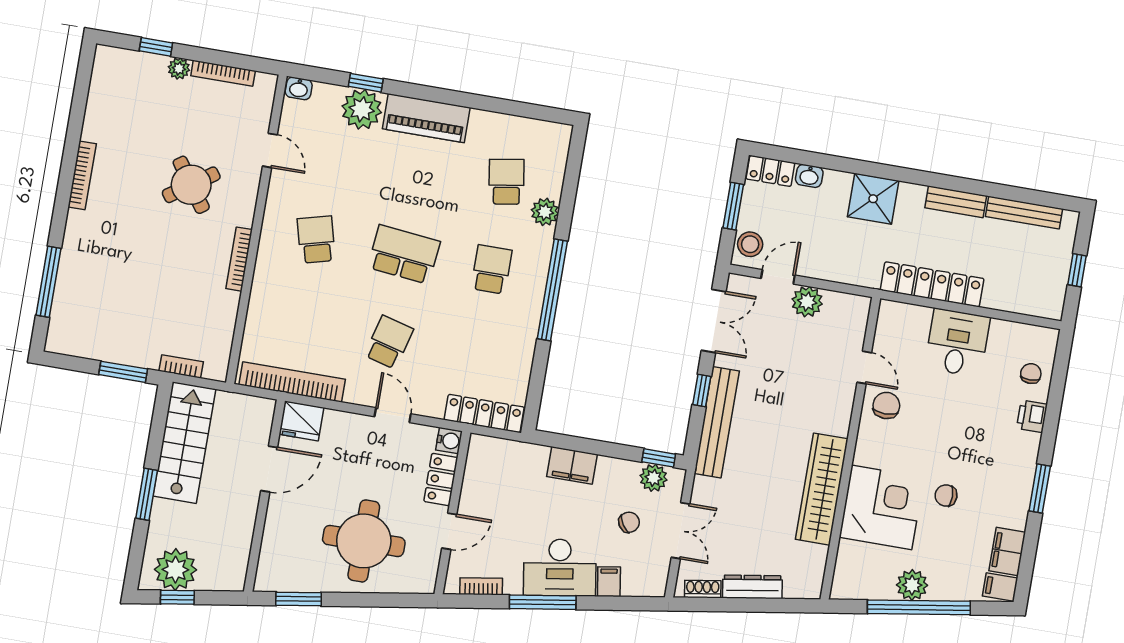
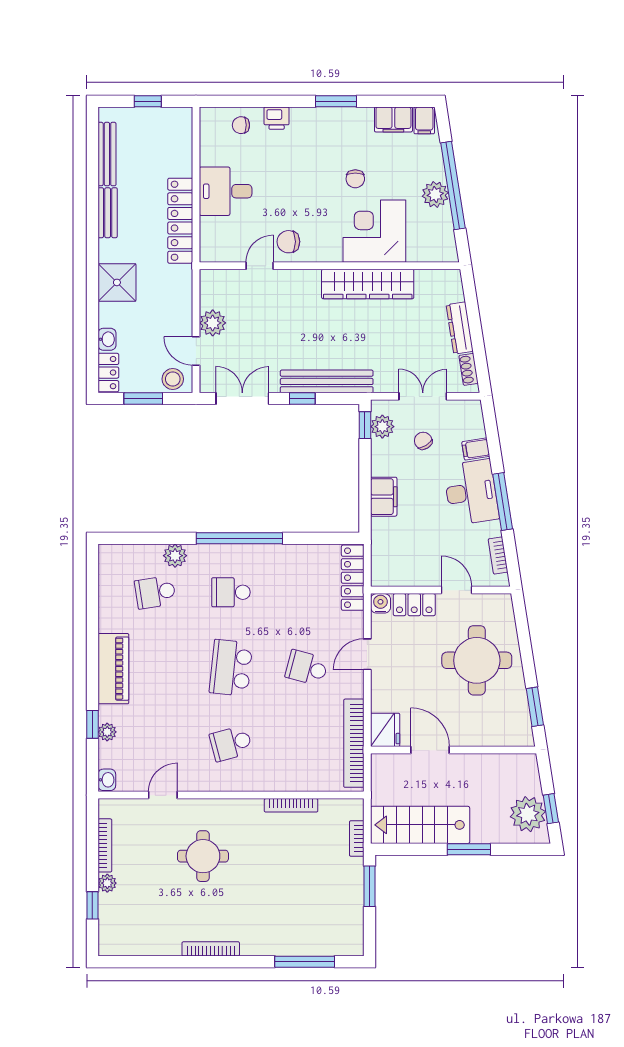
plant: (362, 109) -> (107, 732), width x0.53, depth x0.53
round table: (191, 185) -> (203, 856), turned 35
bookcase: (239, 259) -> (291, 805), moved

